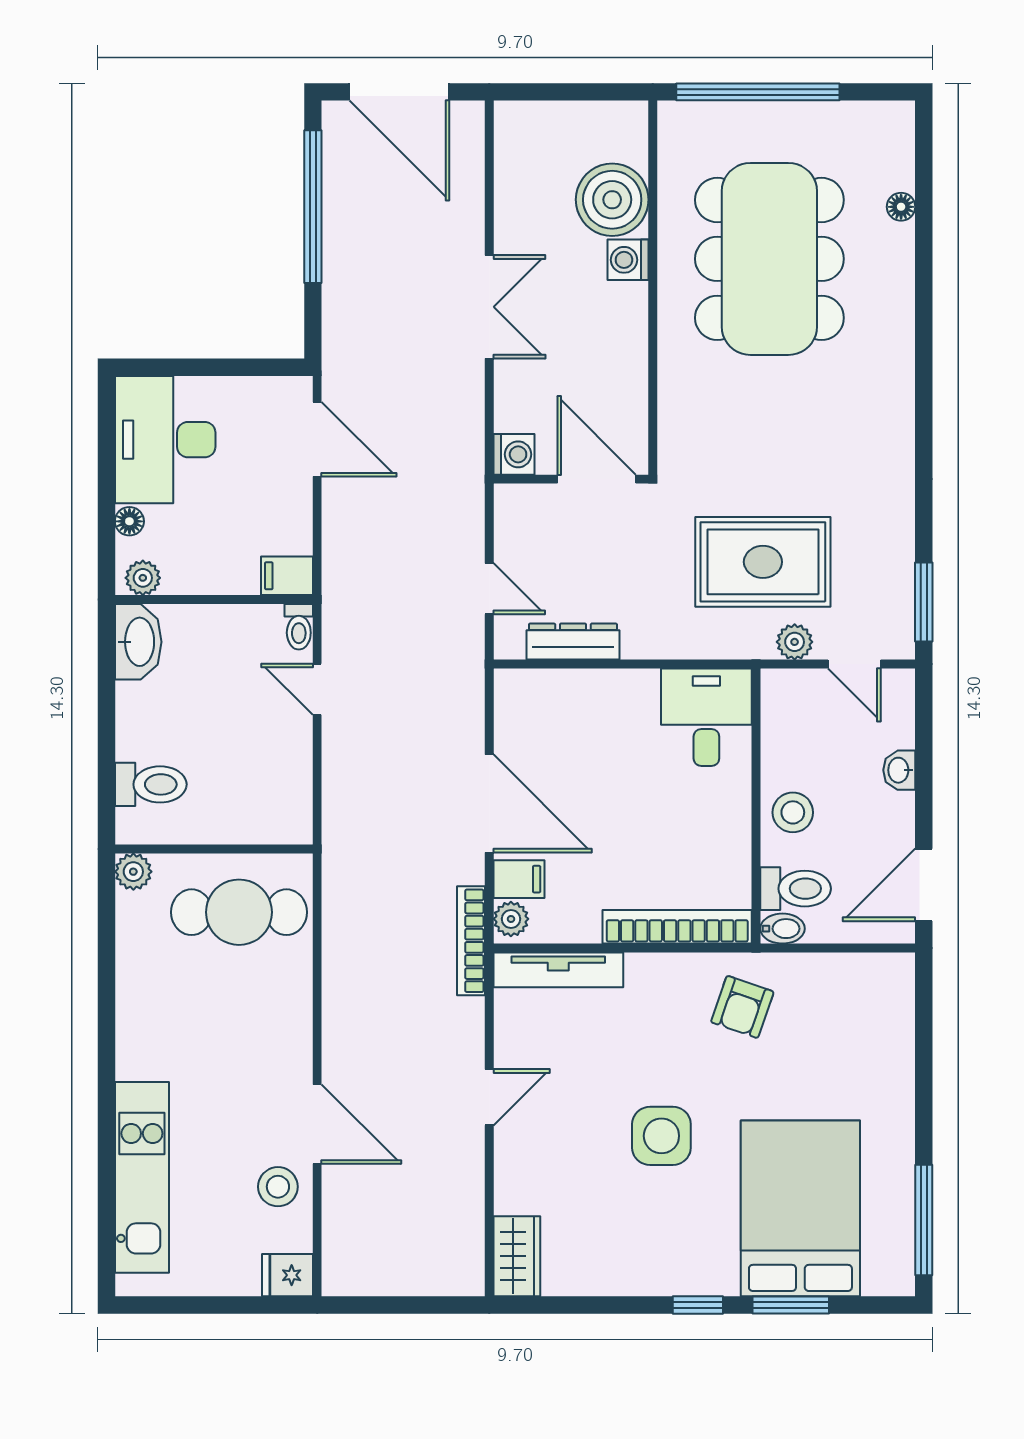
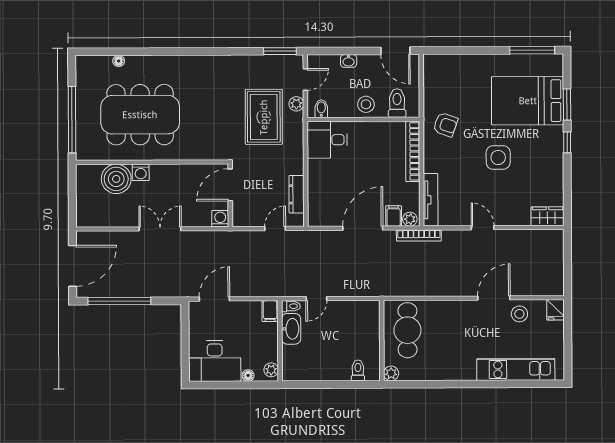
washbasin: (138, 642) -> (291, 329), moved, turned 90
toilet: (151, 784) -> (358, 370), width x0.73, depth x0.72
bidet: (783, 929) -> (321, 109), moved

